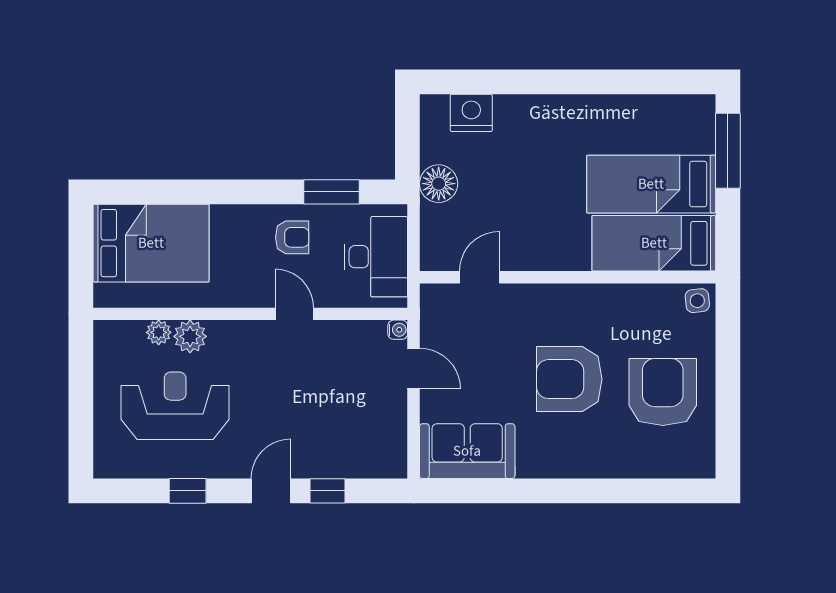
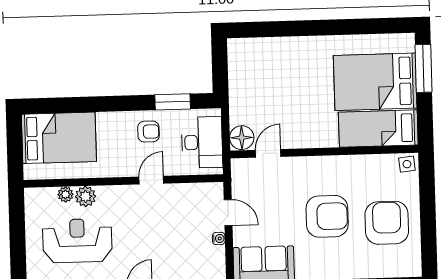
nightstand: (471, 113) -> (260, 49), removed
floor lamp: (439, 184) -> (242, 138), moved
bed: (651, 184) -> (375, 82), width x1.50
door: (294, 314) -> (151, 180), hinge flipped
water cooler: (398, 330) -> (219, 239), moved
armchair: (569, 379) -> (327, 216), turned 180

